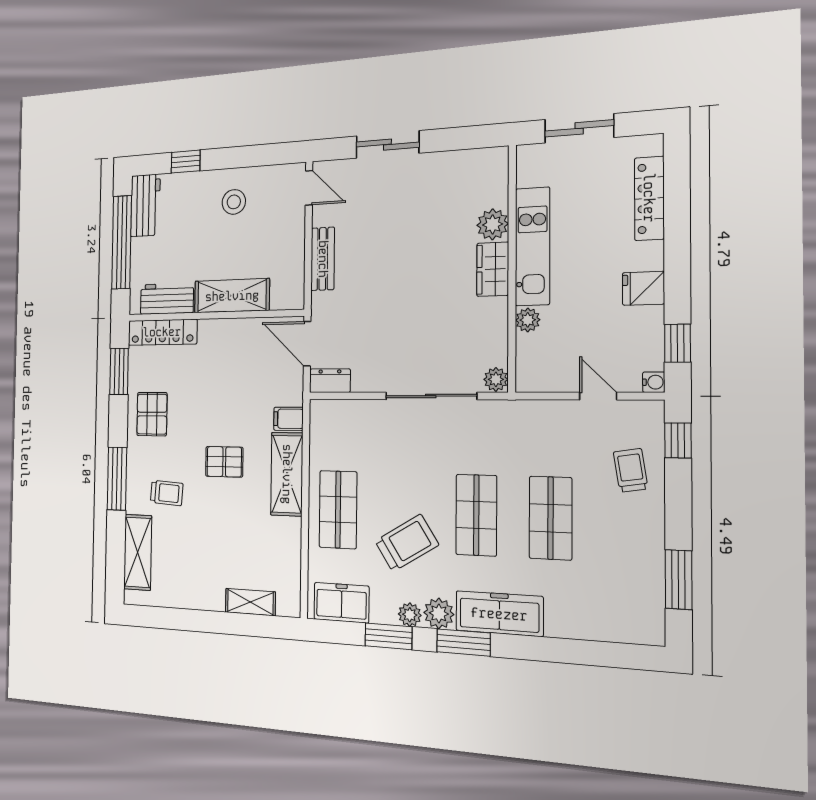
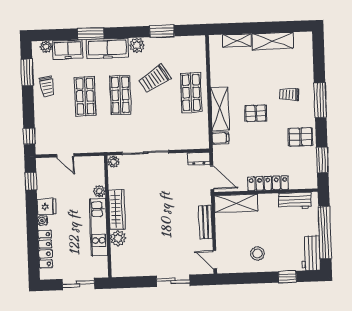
wardrobe: (493, 269) -> (117, 209), width x1.50
shelving: (232, 296) -> (236, 203), moved
locker: (162, 332) -> (268, 183), moved
water cooler: (654, 382) -> (43, 220), moved
pallet: (152, 414) -> (300, 137), turned 90
trolley: (631, 470) -> (47, 86), moved
shelving: (138, 552) -> (273, 41), moved, turned 90
freezer: (341, 603) -> (68, 50), moved
plant: (410, 615) -> (46, 47), moved
window: (463, 642) -> (91, 34), moved

